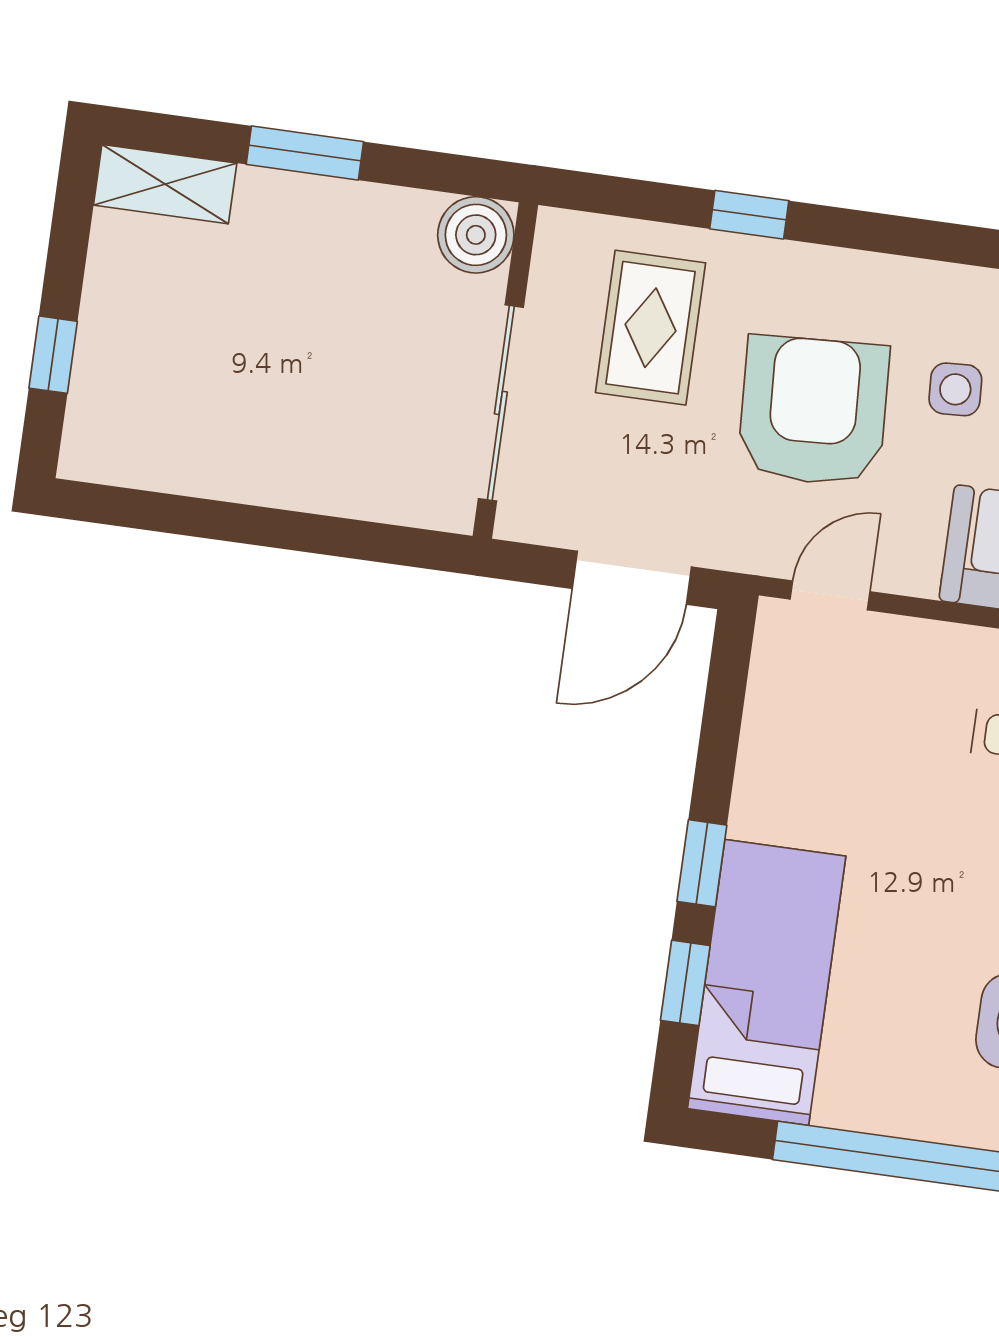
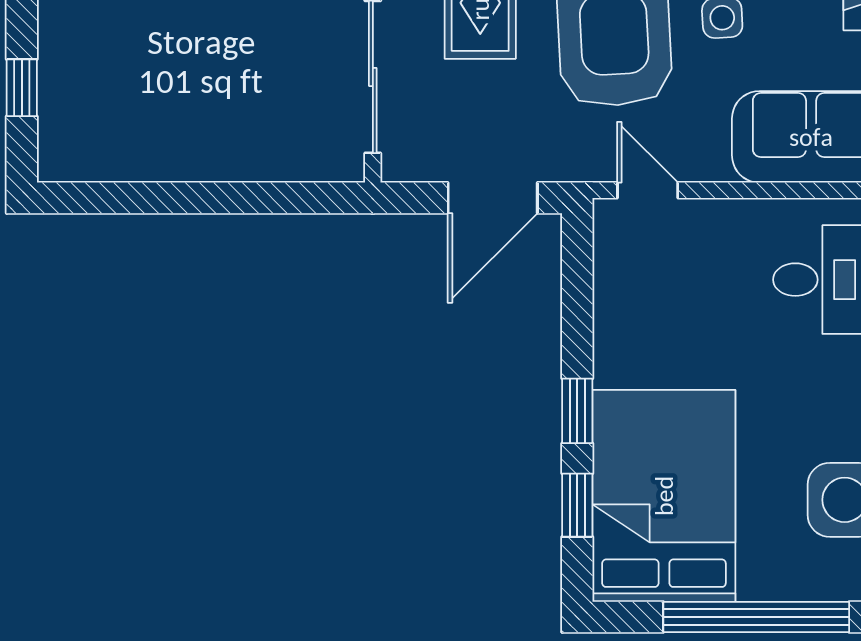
door: (830, 595) -> (648, 190), hinge flipped
bed: (767, 982) -> (664, 496), width x1.50

